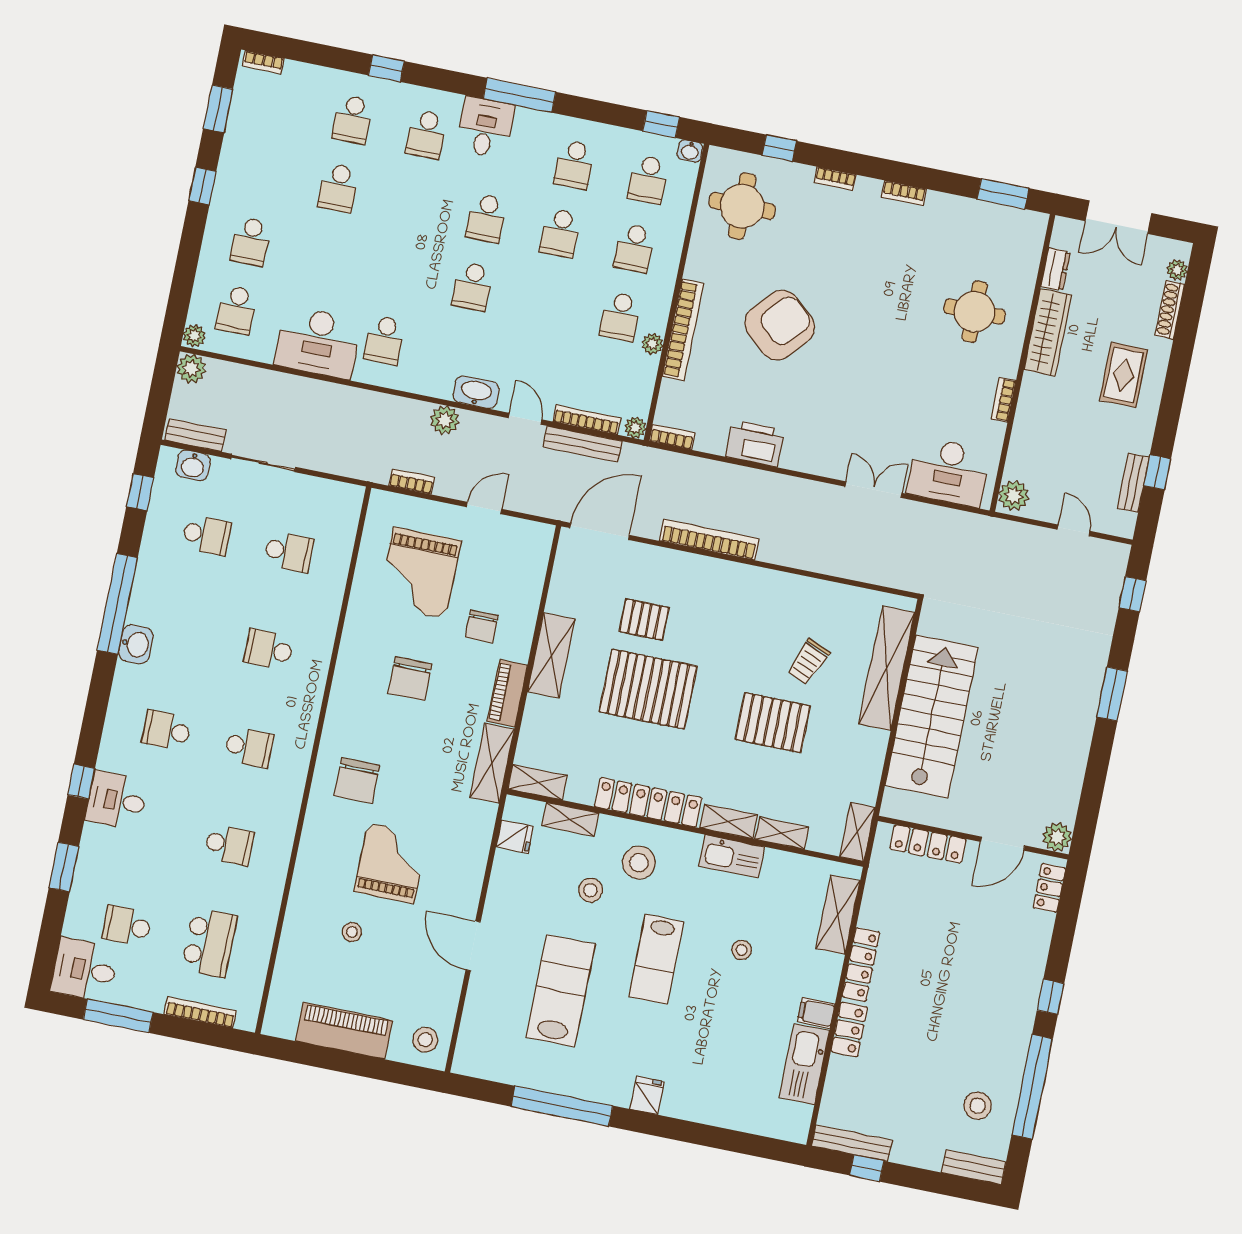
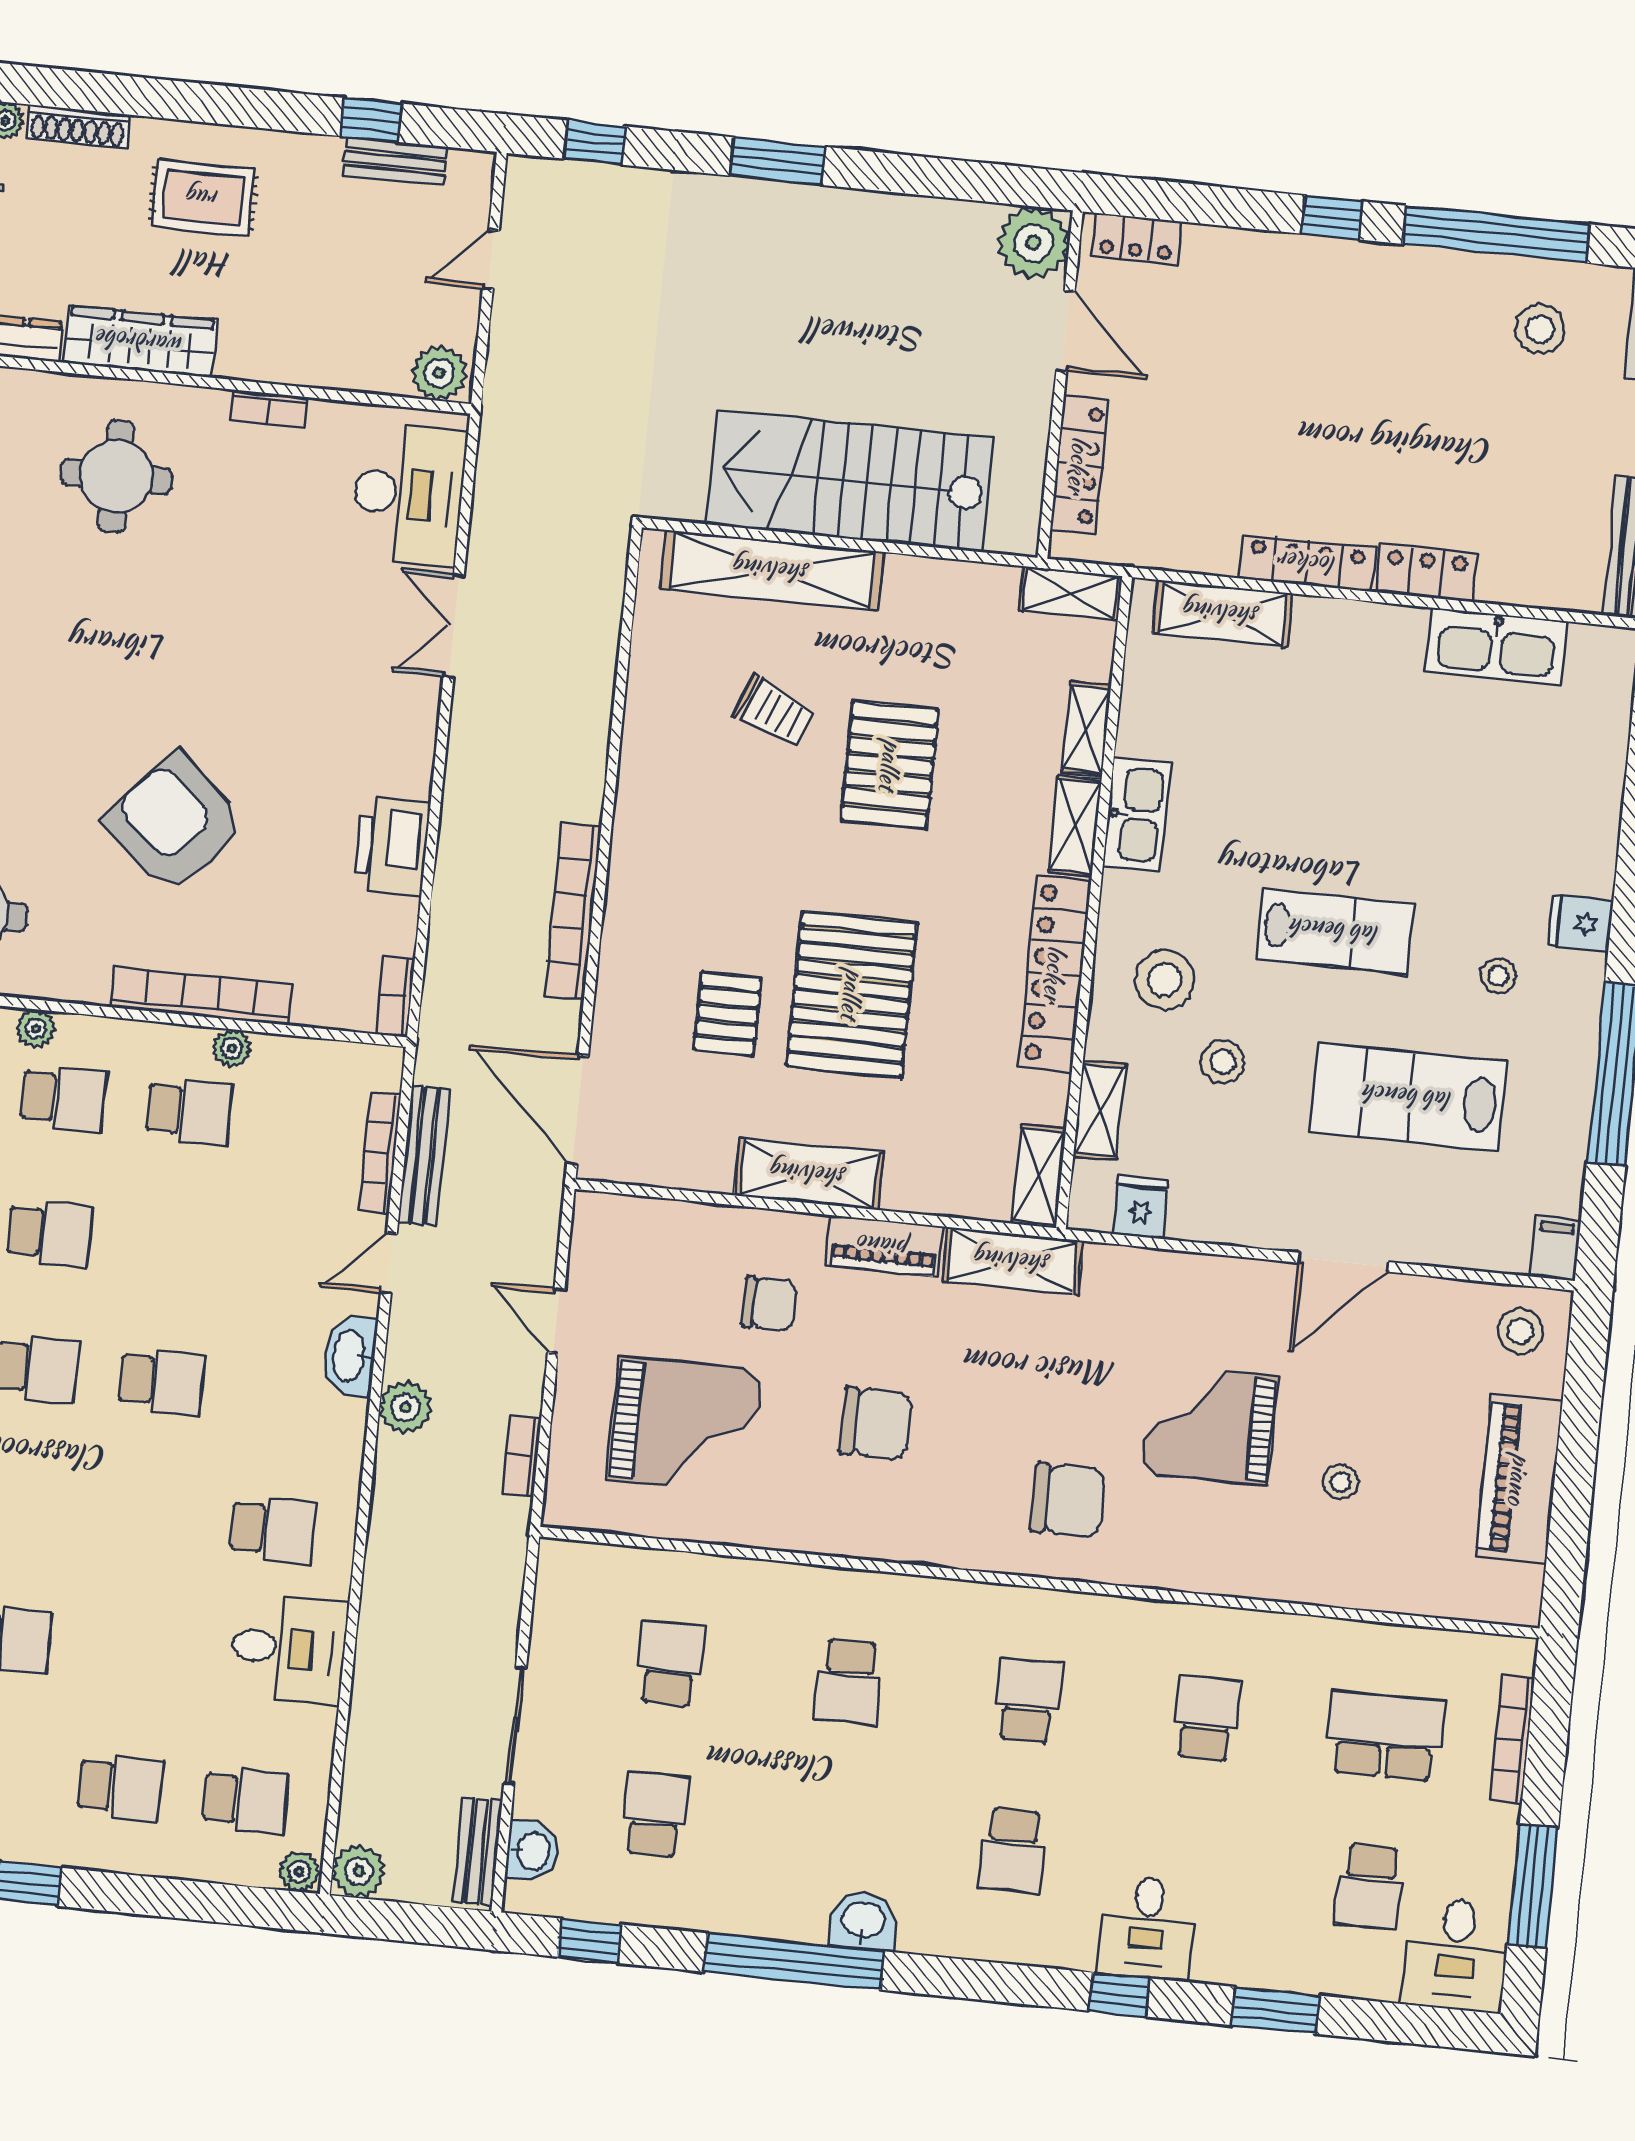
desk: (318, 342) -> (289, 1649), width x0.73
plant: (635, 428) -> (36, 1029), moved
plant: (1057, 837) -> (1033, 243), width x1.36, depth x1.36
stool: (742, 950) -> (1498, 976), moved
filing cabinet: (816, 1013) -> (1555, 1249), moved, turned 180

